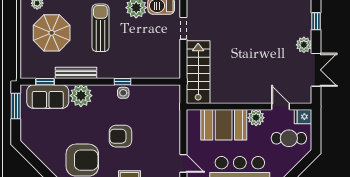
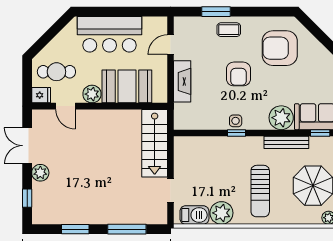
fireplace: (173, 129) -> (182, 81), added
armchair: (120, 136) -> (238, 74), turned 90
door: (183, 163) -> (171, 45), hinge flipped

